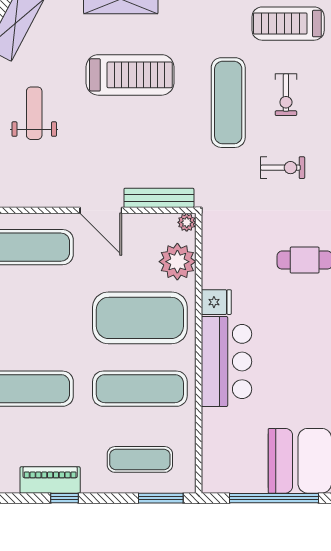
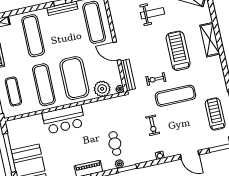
treadmill: (130, 75) -> (178, 51), turned 180
exercise bike: (286, 95) -> (156, 79), moved
door: (101, 210) -> (117, 51), hinge flipped
fridge: (216, 302) -> (88, 109), removed

